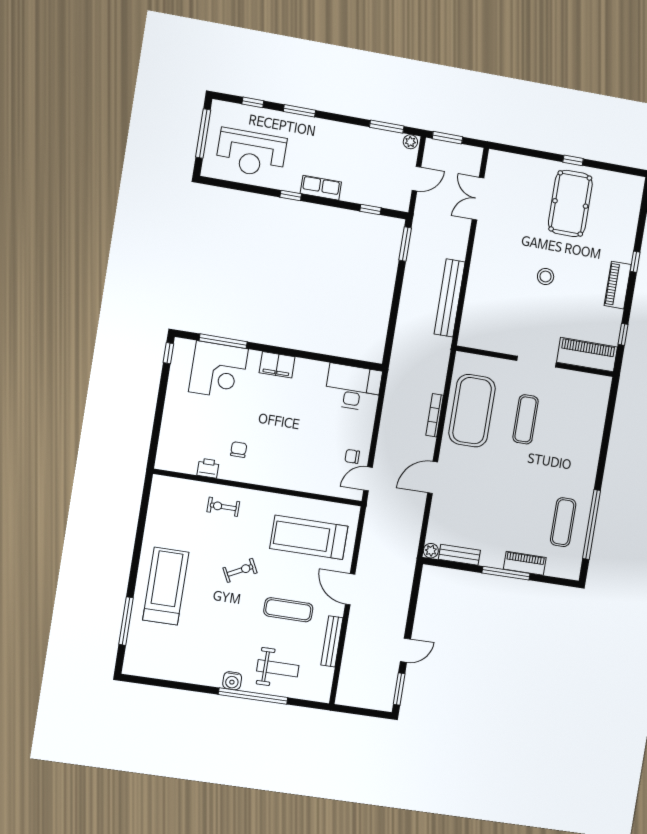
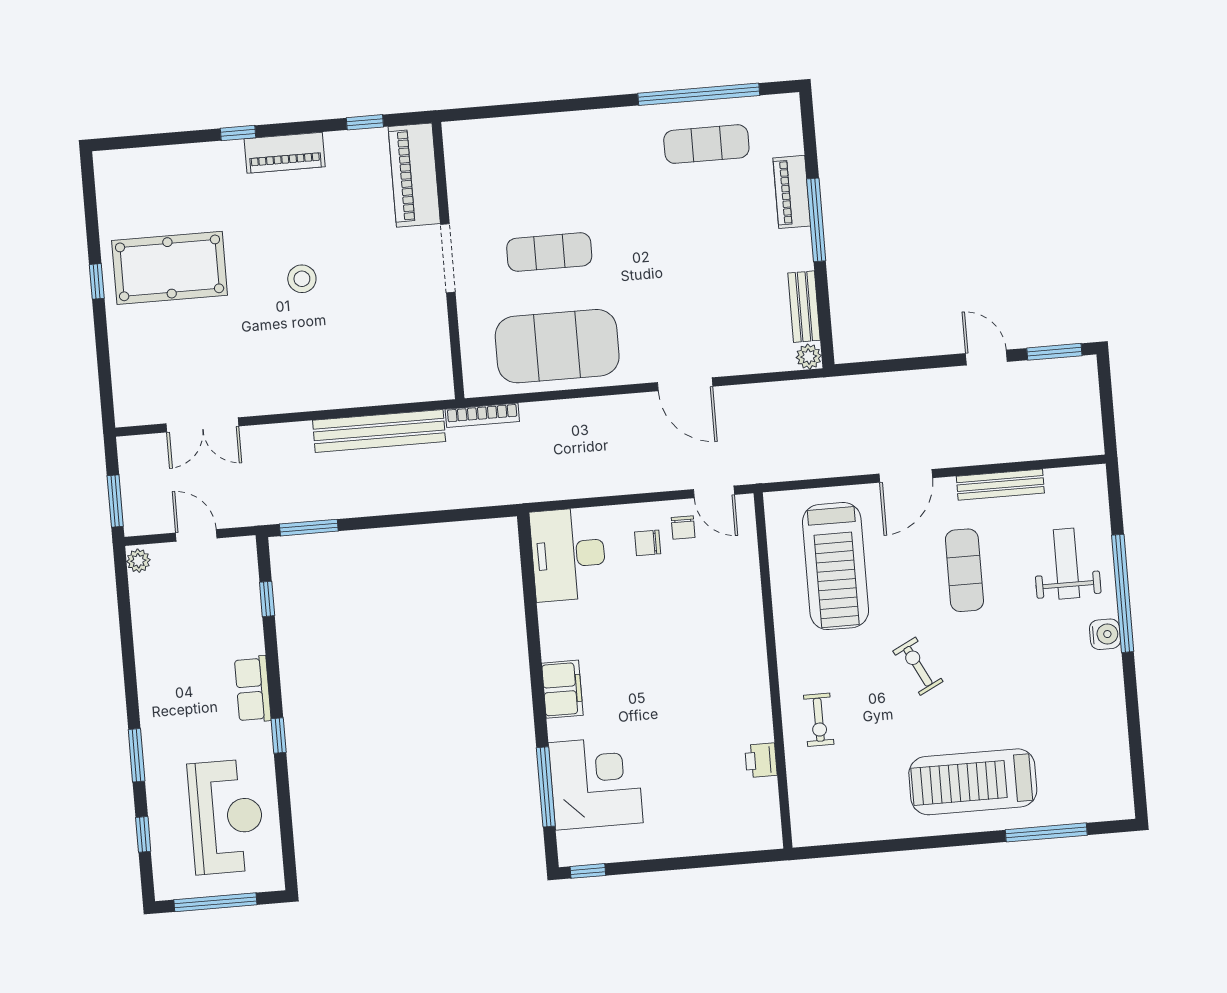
window: (387, 127) -> (124, 606), removed
bookcase: (435, 415) -> (482, 415), moved
chair: (239, 450) -> (648, 543), moved

